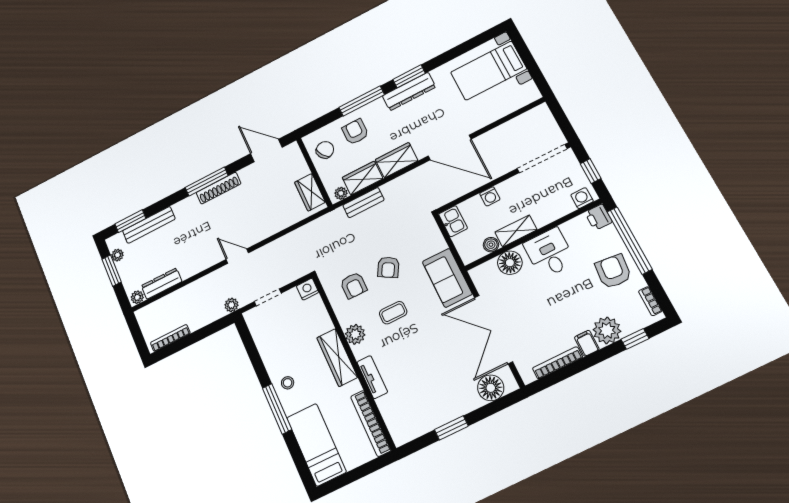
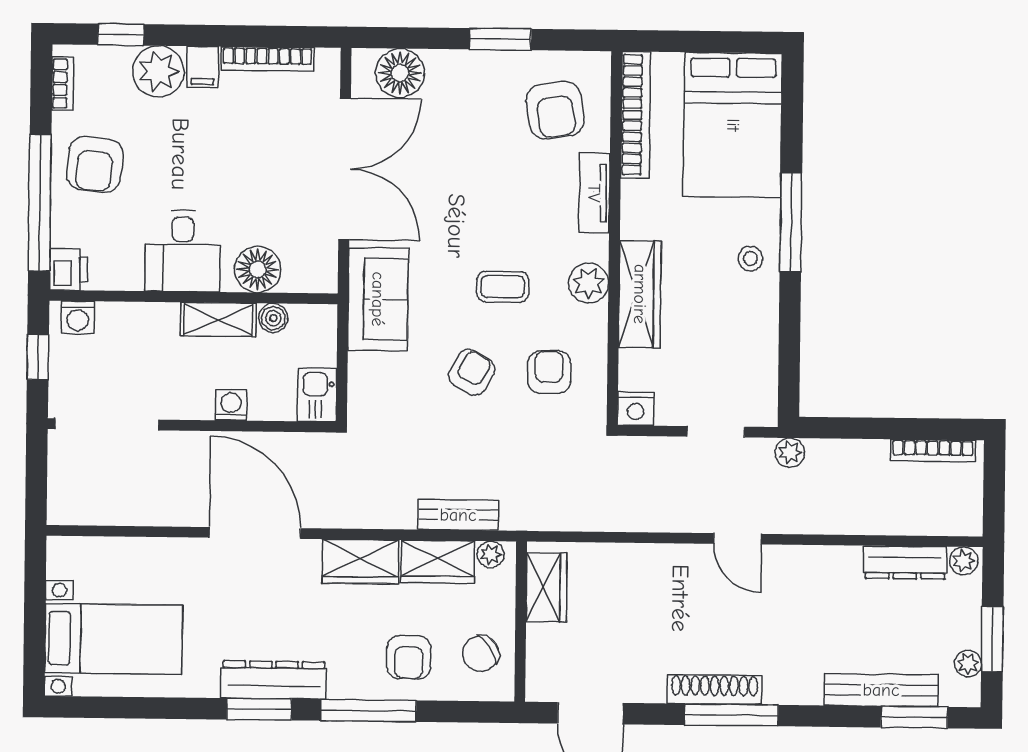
wardrobe: (337, 358) -> (640, 294), moved
armchair: (409, 407) -> (555, 110), added
bed: (316, 445) -> (733, 125), width x1.50

